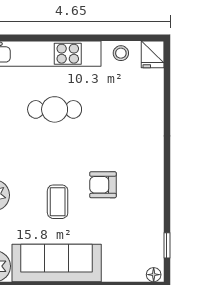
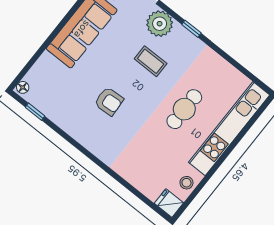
armchair: (103, 185) -> (109, 101), turned 86
coffee table: (58, 202) -> (151, 61), moved

